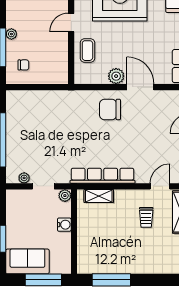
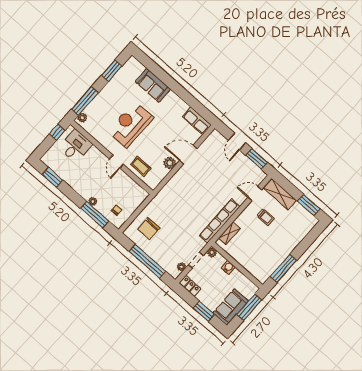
chair: (110, 109) -> (149, 229), moved
door: (160, 186) -> (255, 194), hinge flipped
locker: (13, 203) -> (190, 286), added

